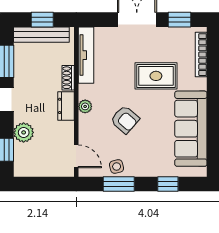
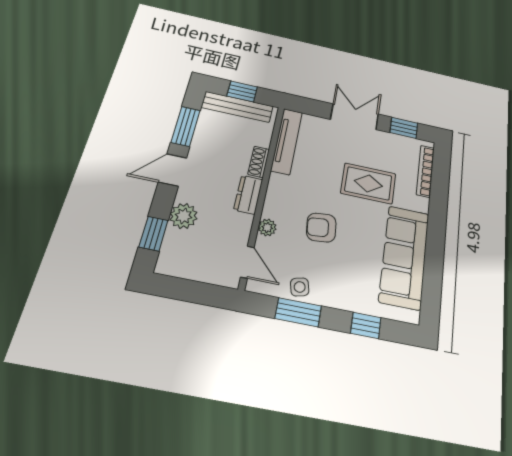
plant: (85, 106) -> (267, 228), moved
armchair: (125, 120) -> (321, 228), turned 133

